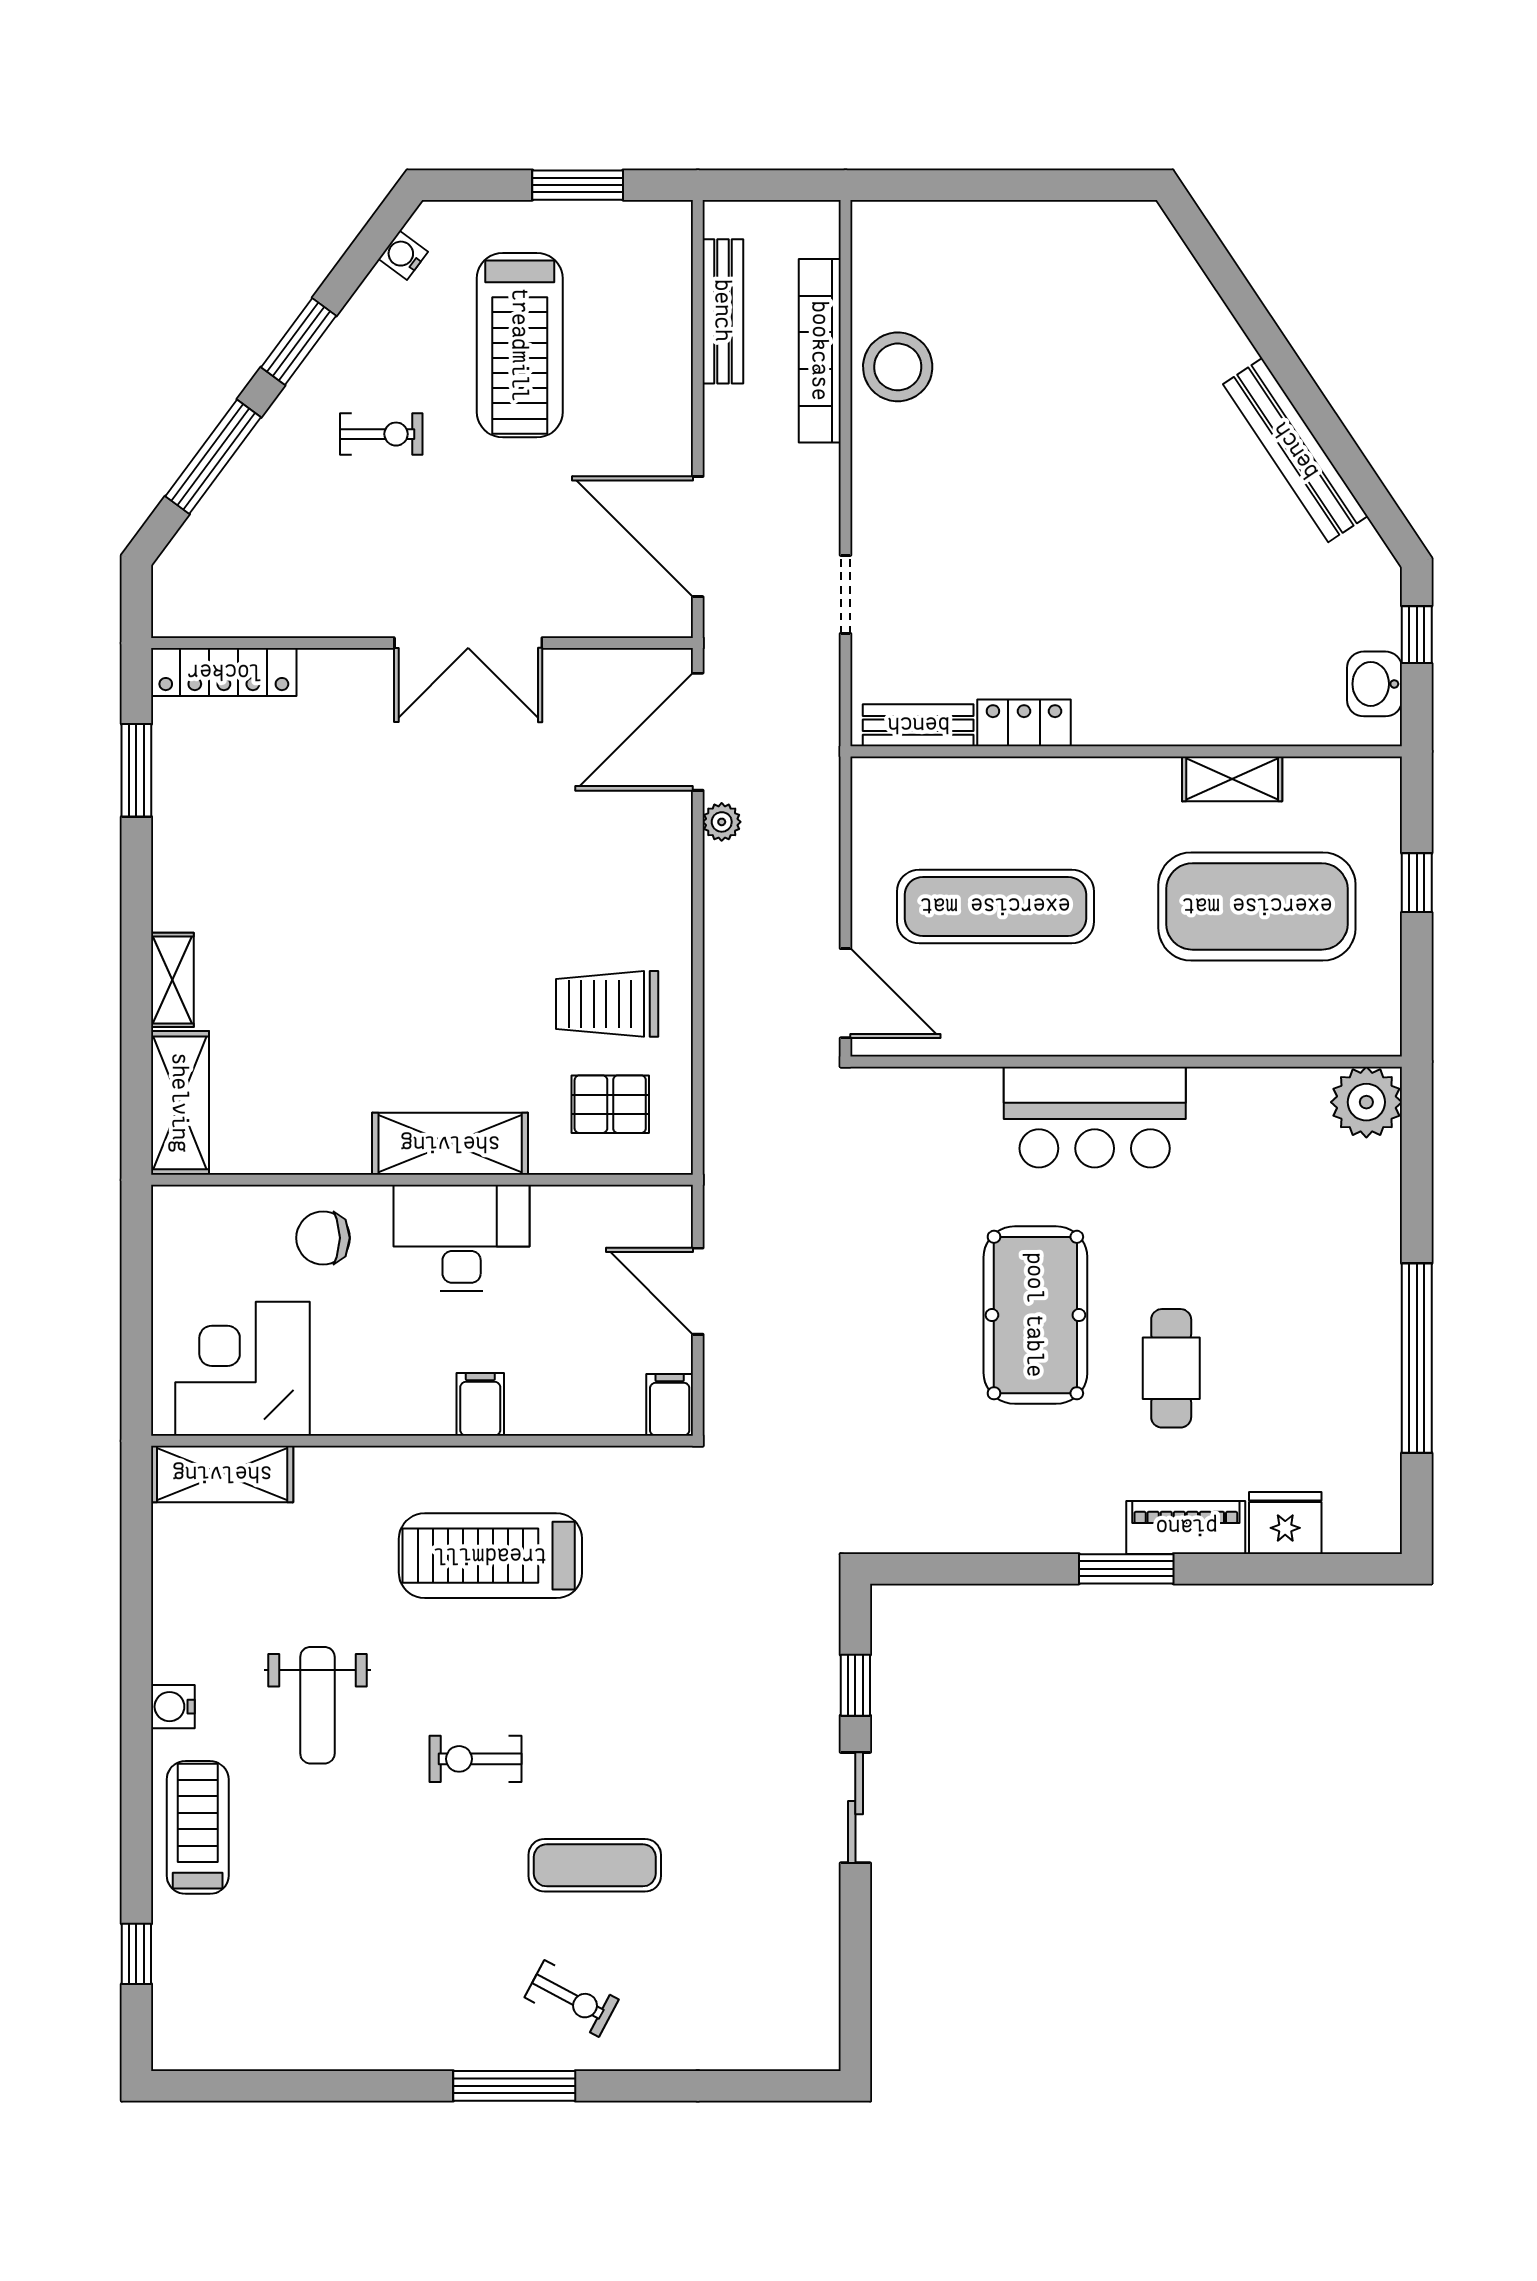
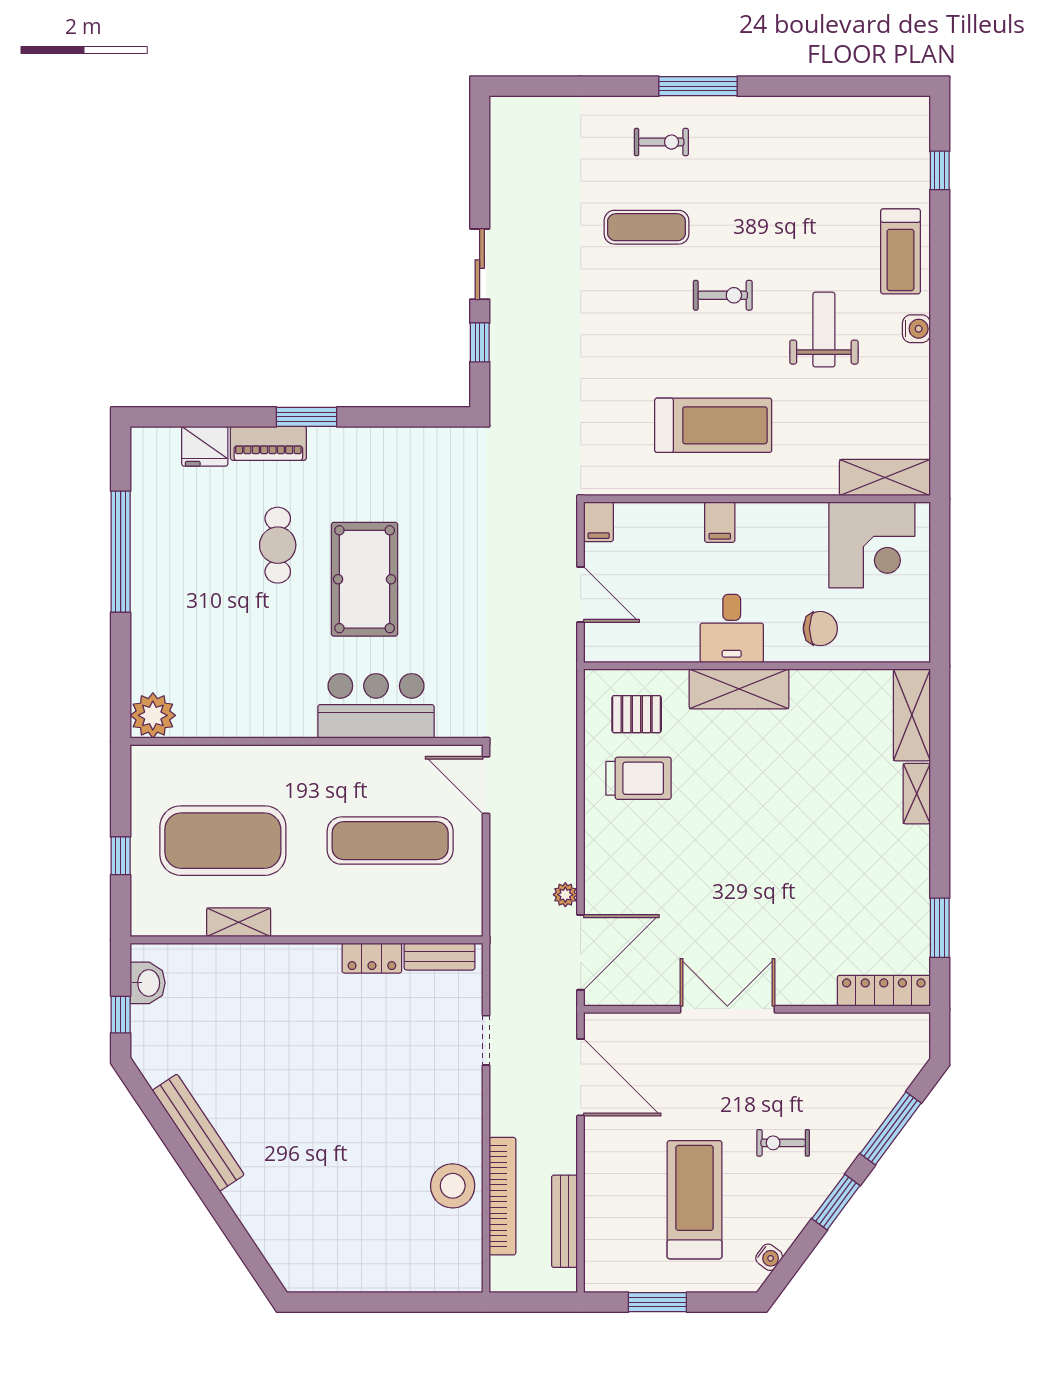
bar counter: (1095, 1117) -> (376, 706), moved
desk: (462, 1238) -> (732, 628), width x0.73
exercise bike: (572, 1998) -> (661, 142), turned 152

